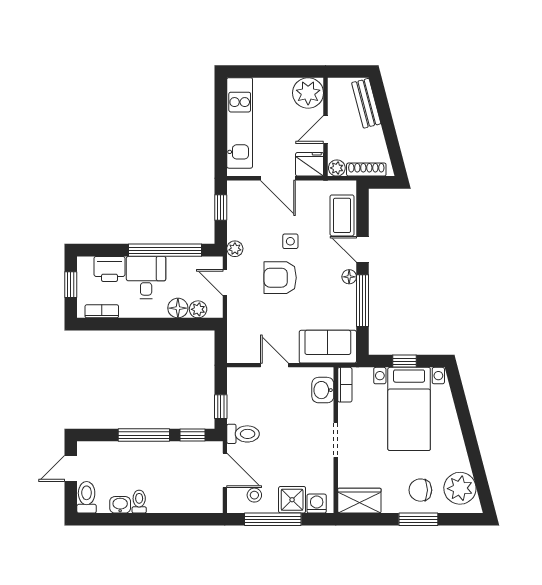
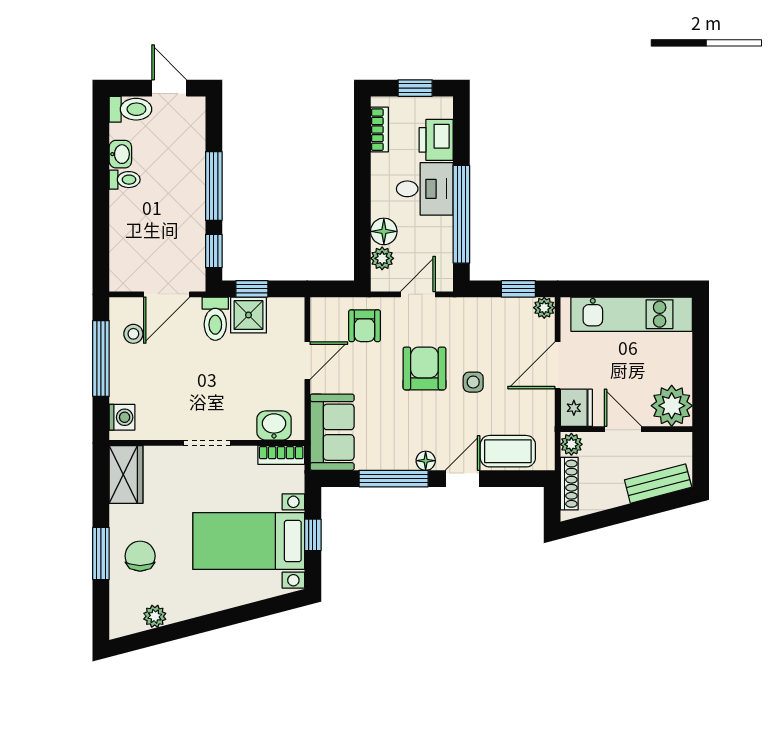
plant: (235, 249) -> (544, 308), moved
armchair: (248, 322) -> (365, 326), added
plant: (460, 488) -> (155, 616), width x0.53, depth x0.53
shower: (292, 500) -> (249, 315), moved

